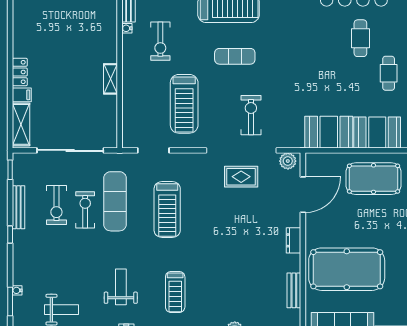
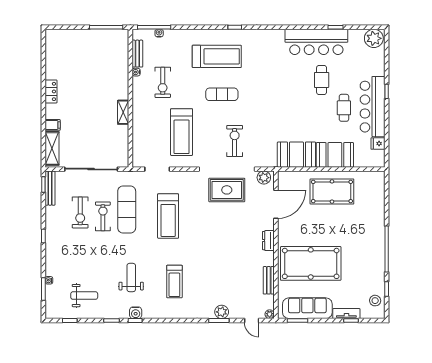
locker: (20, 72) -> (51, 91), moved
rug: (241, 177) -> (227, 190), width x1.36, depth x1.43
bench: (18, 207) -> (50, 188), moved

